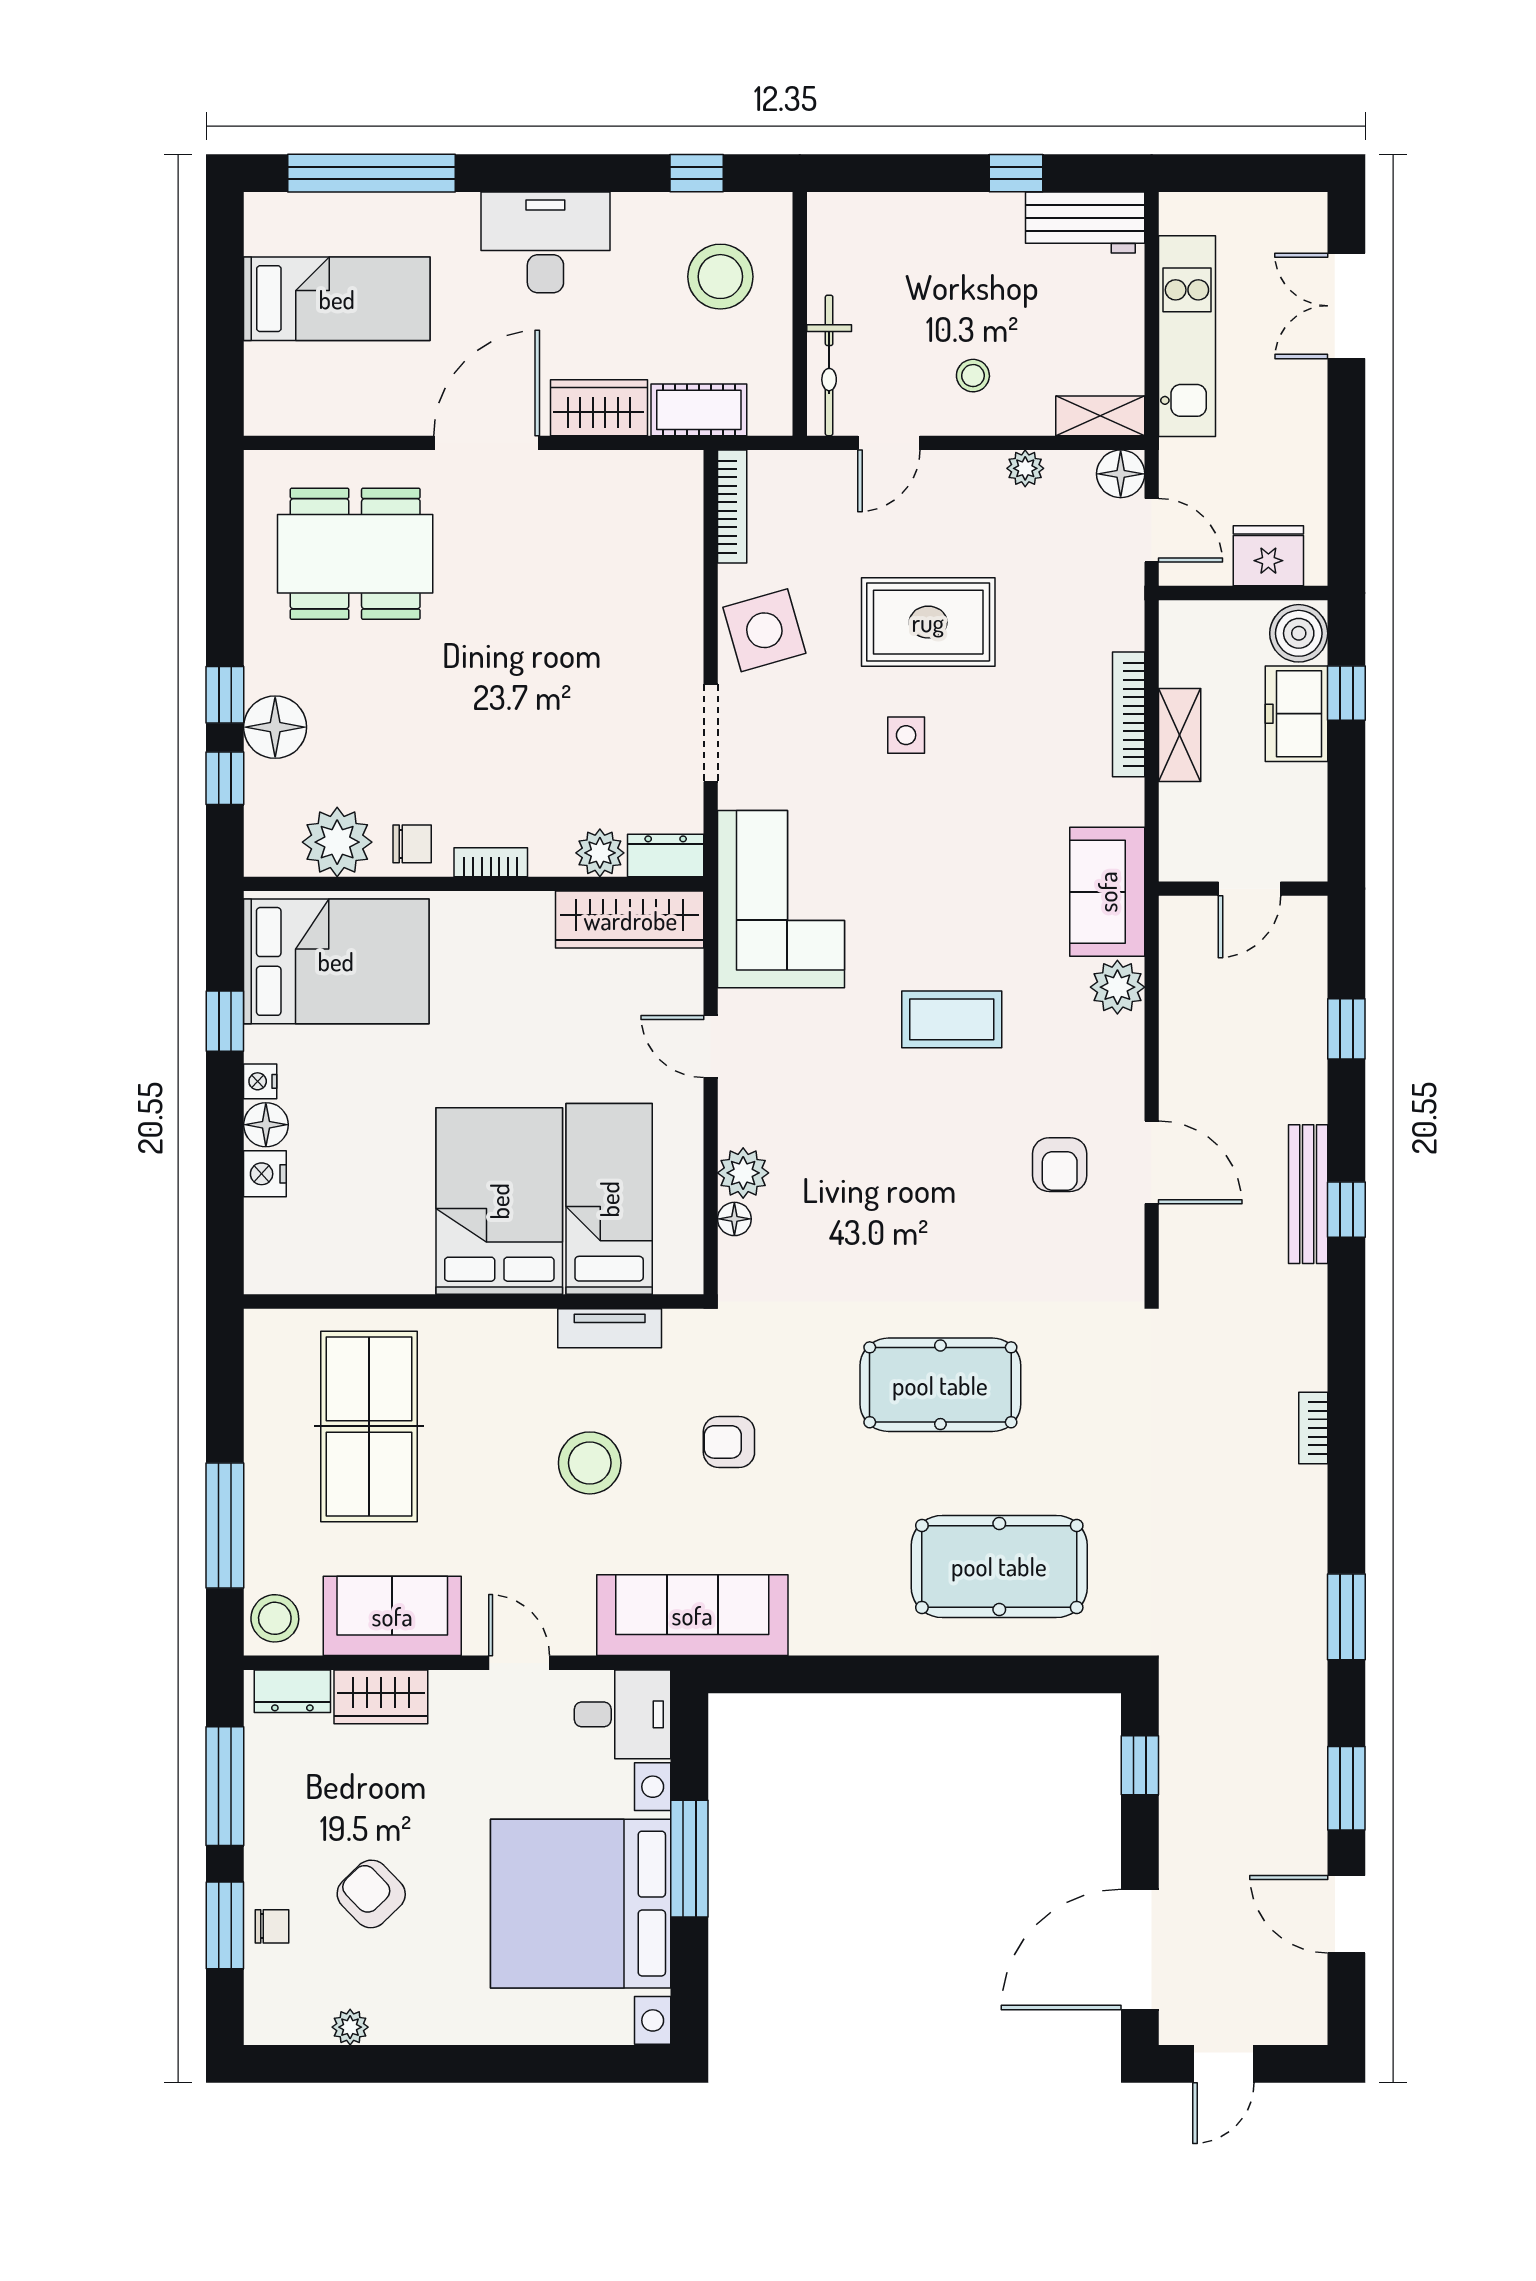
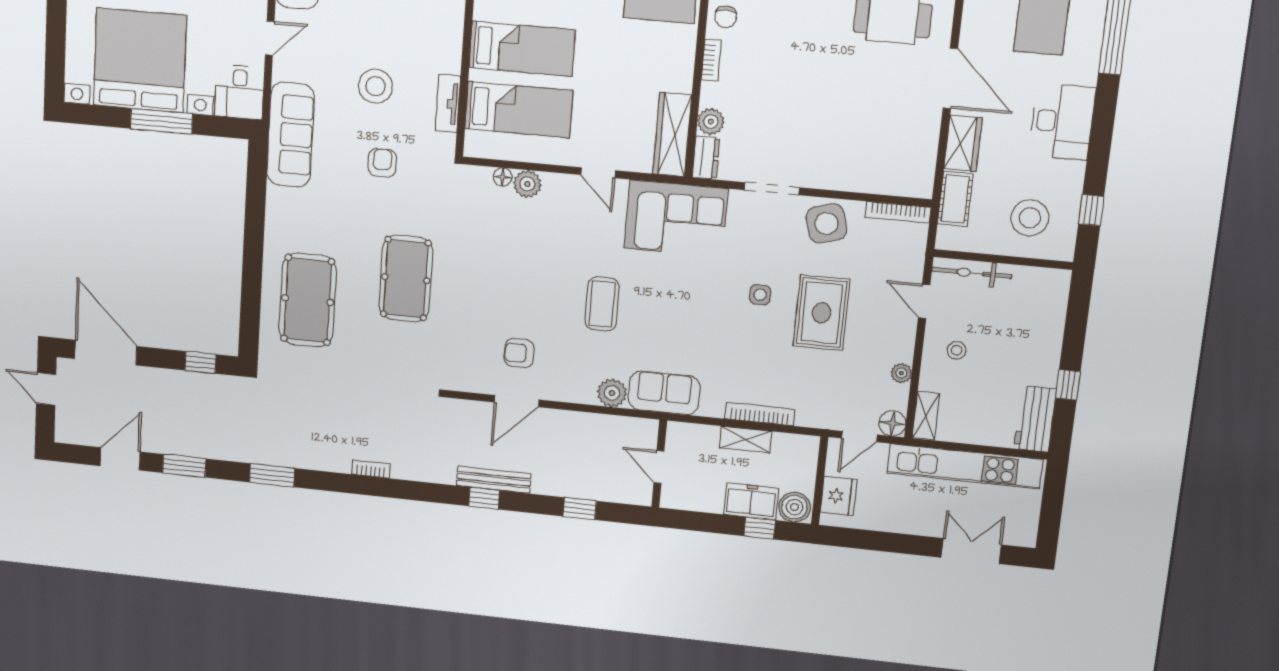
kitchen unit: (1187, 336) -> (965, 466), width x1.36
door: (711, 1046) -> (598, 173), swing flipped
bed: (499, 1201) -> (522, 49), width x0.67

